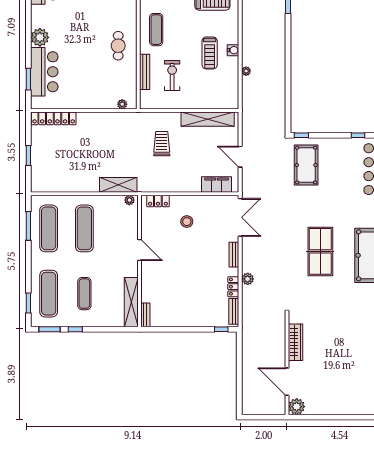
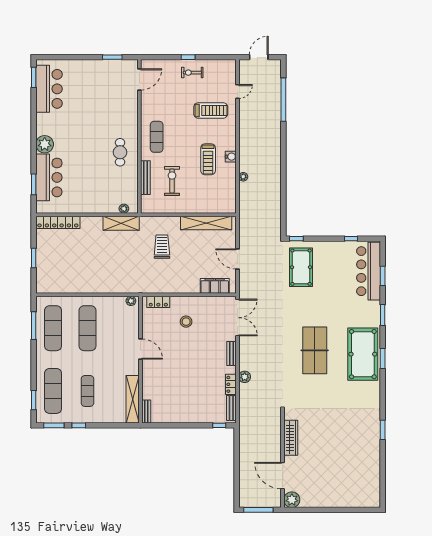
shelving: (118, 185) -> (121, 223), moved
window: (262, 417) -> (258, 510), added

